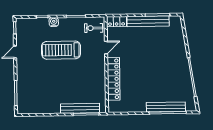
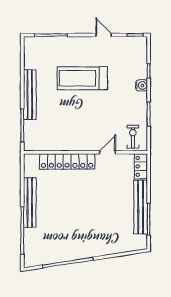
door: (106, 48) -> (108, 152), swing flipped
treadmill: (61, 50) -> (82, 78), moved, turned -90
bench: (166, 107) -> (30, 203), moved
bench: (80, 108) -> (30, 95), moved

